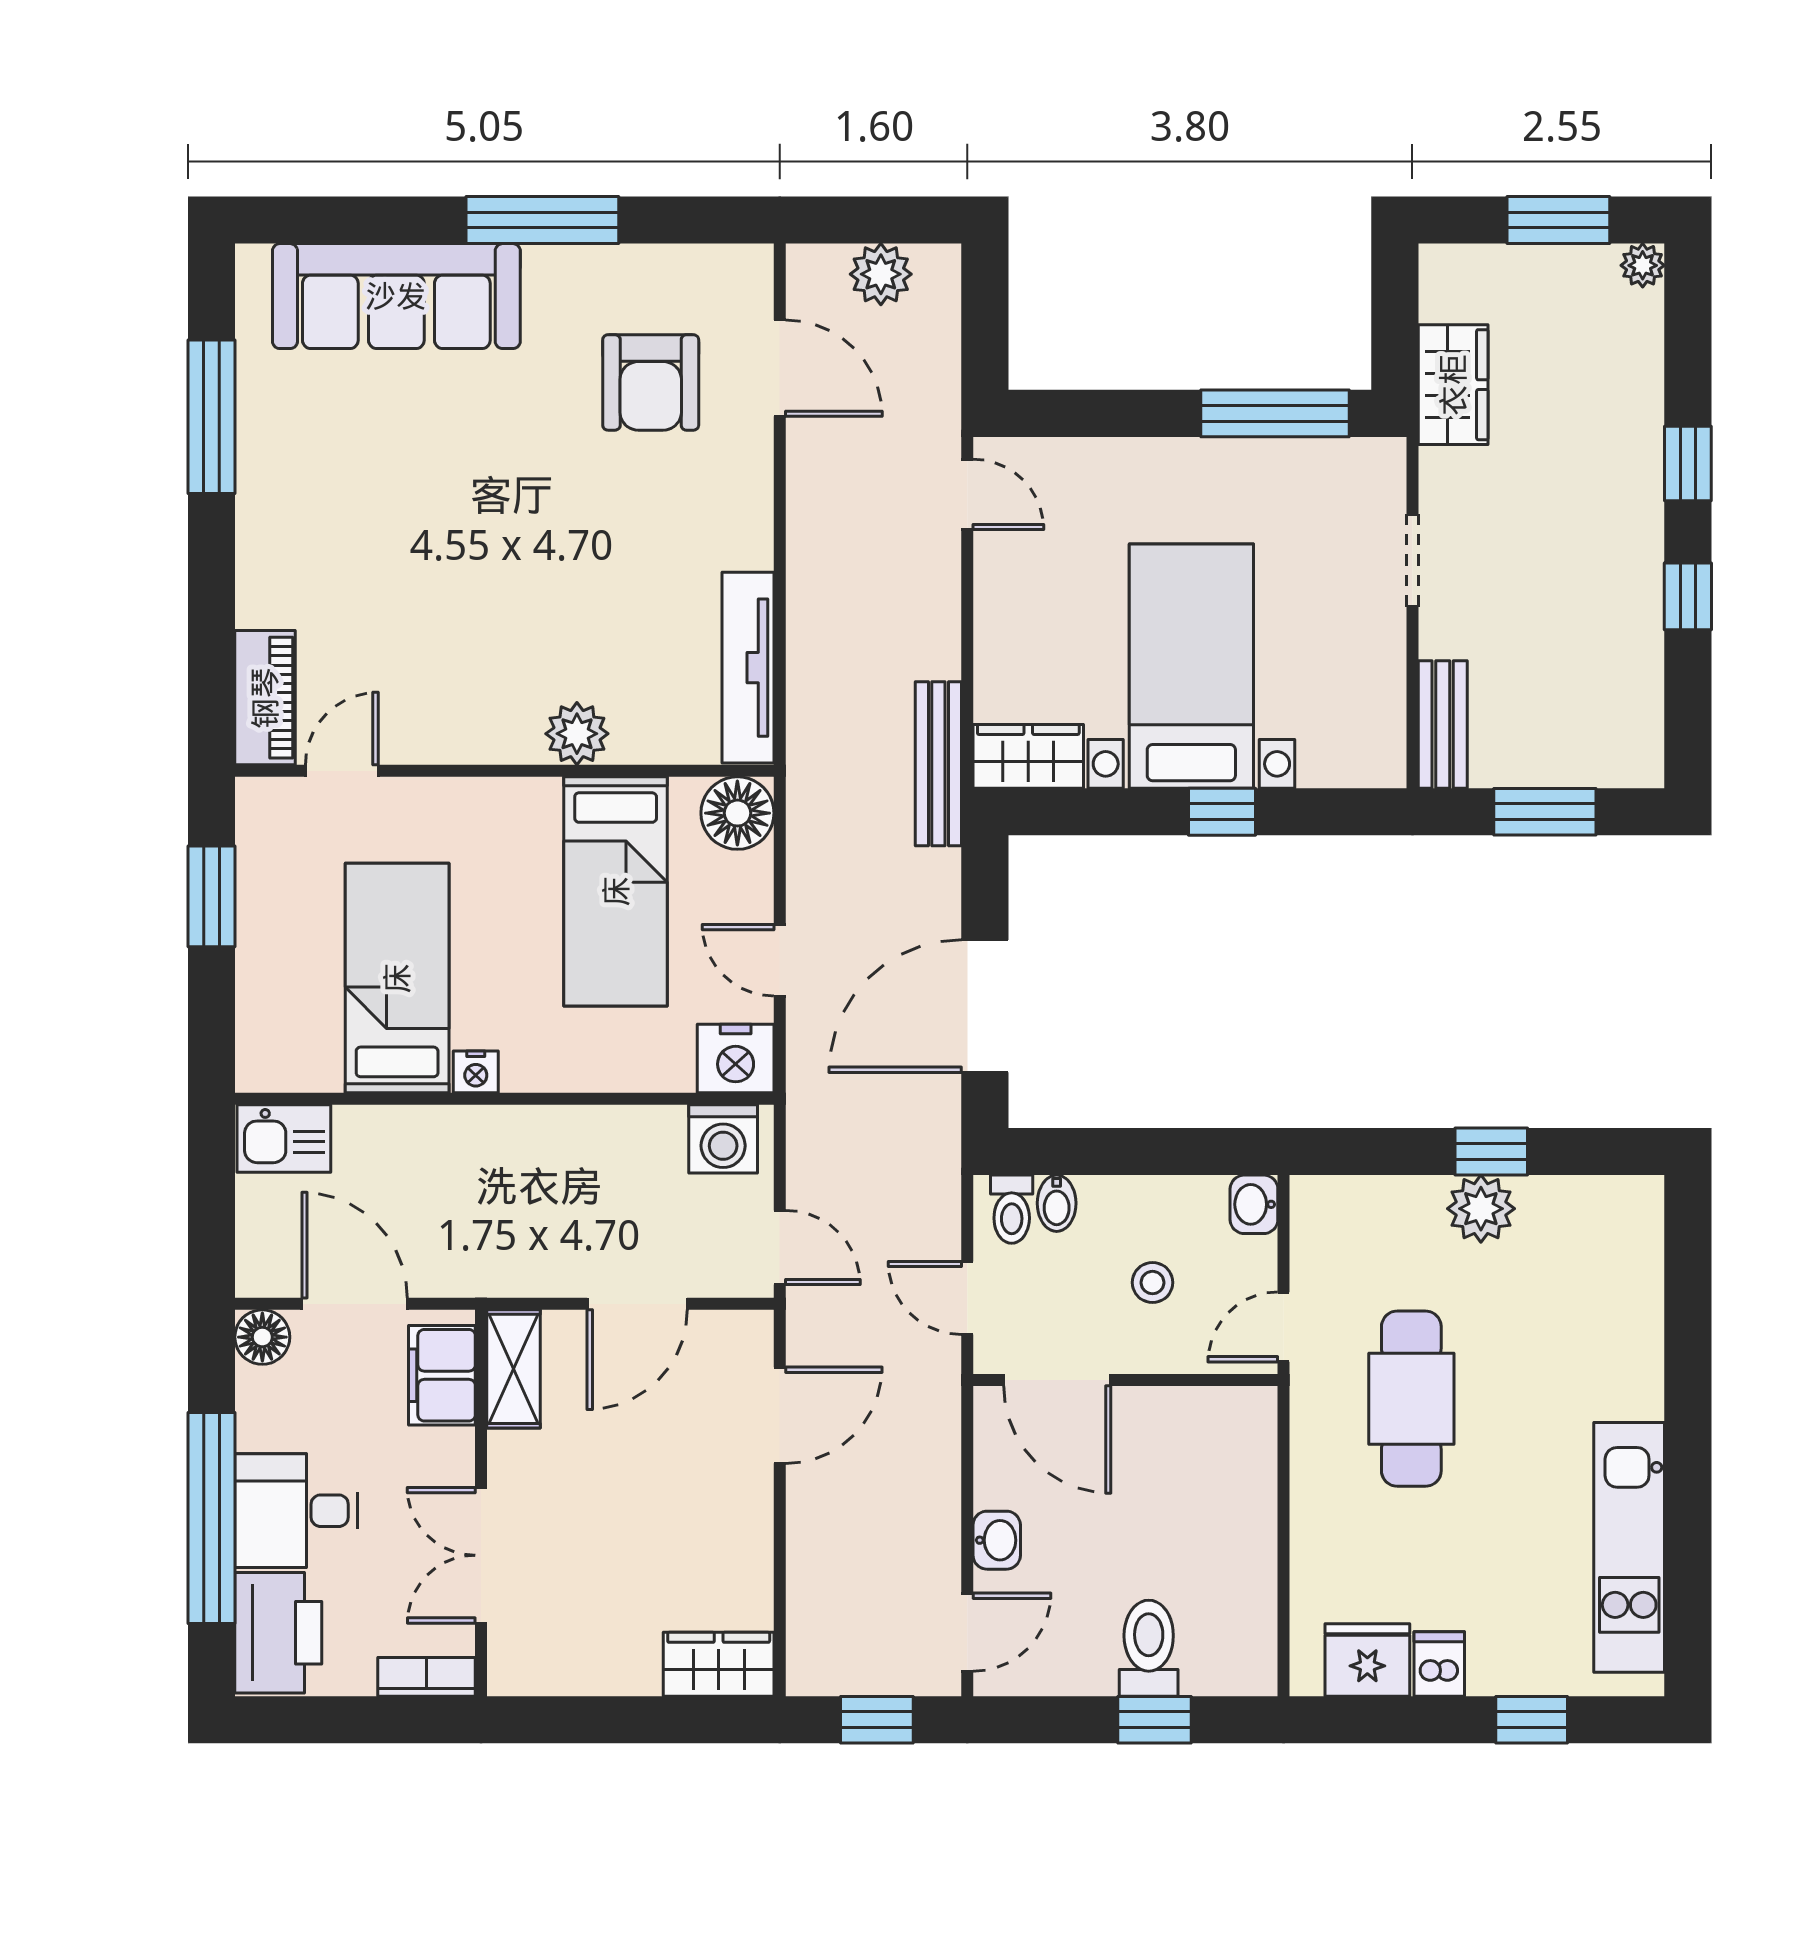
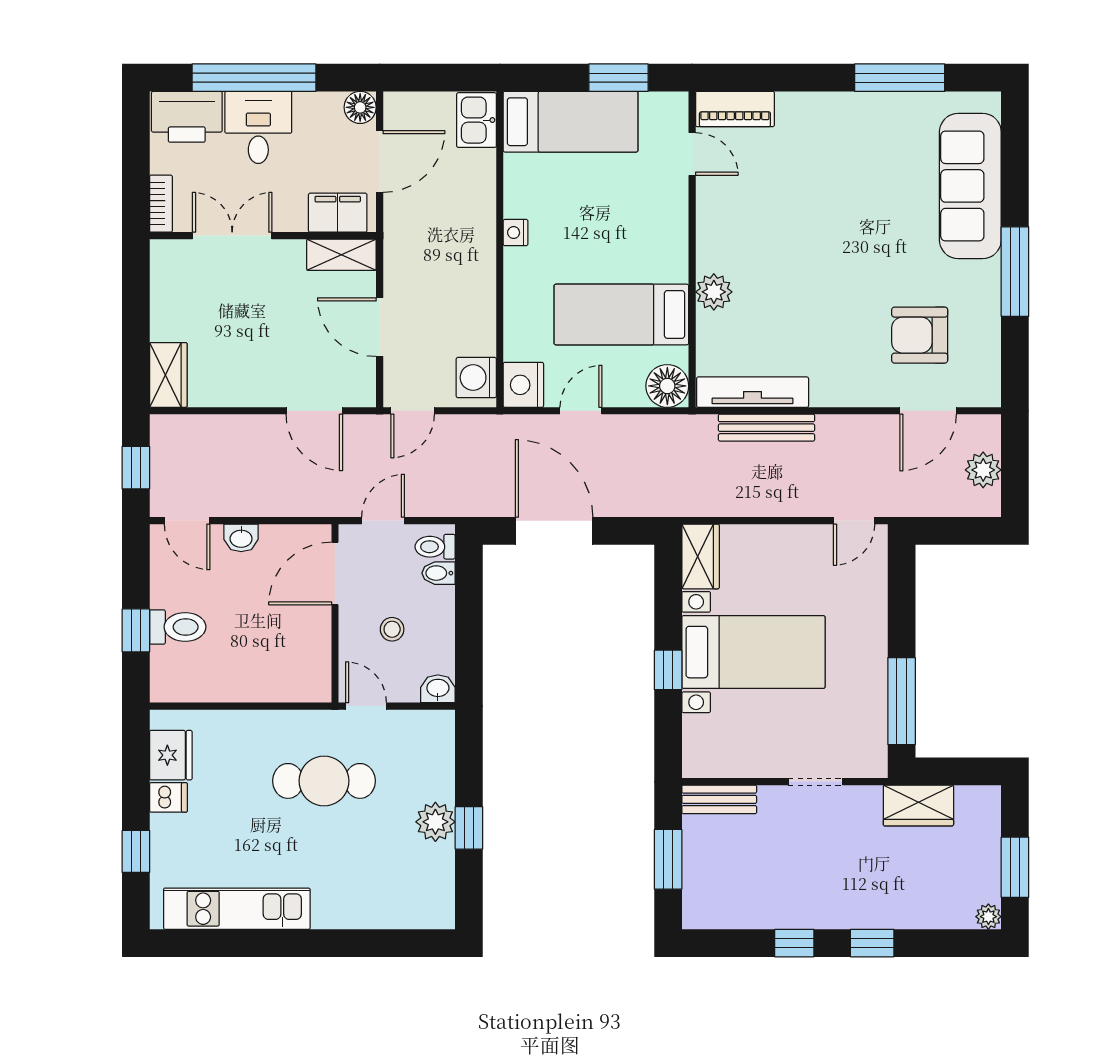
bench: (938, 764) -> (766, 428), moved
bed: (397, 978) -> (571, 122), moved

